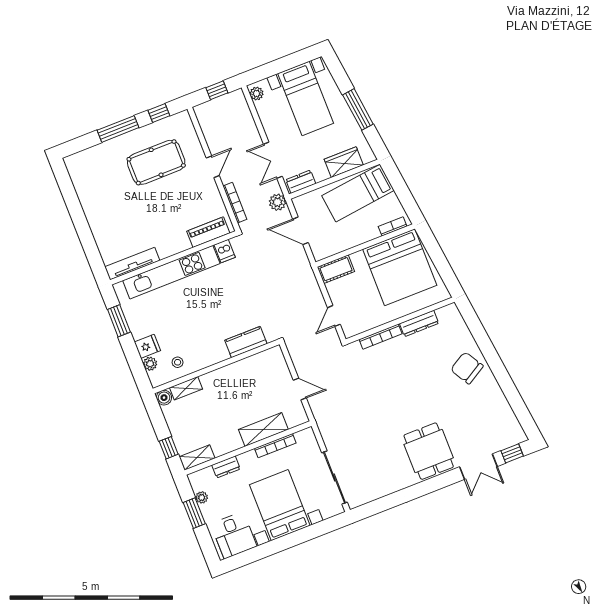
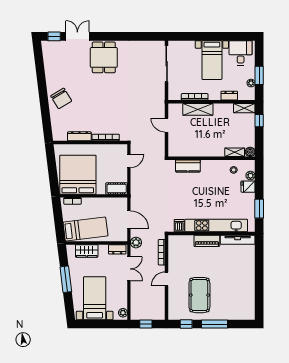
pool table: (156, 162) -> (199, 295), turned 90
piano: (208, 232) -> (207, 241), moved
bed with nightstands: (280, 505) -> (212, 60), width x0.73

